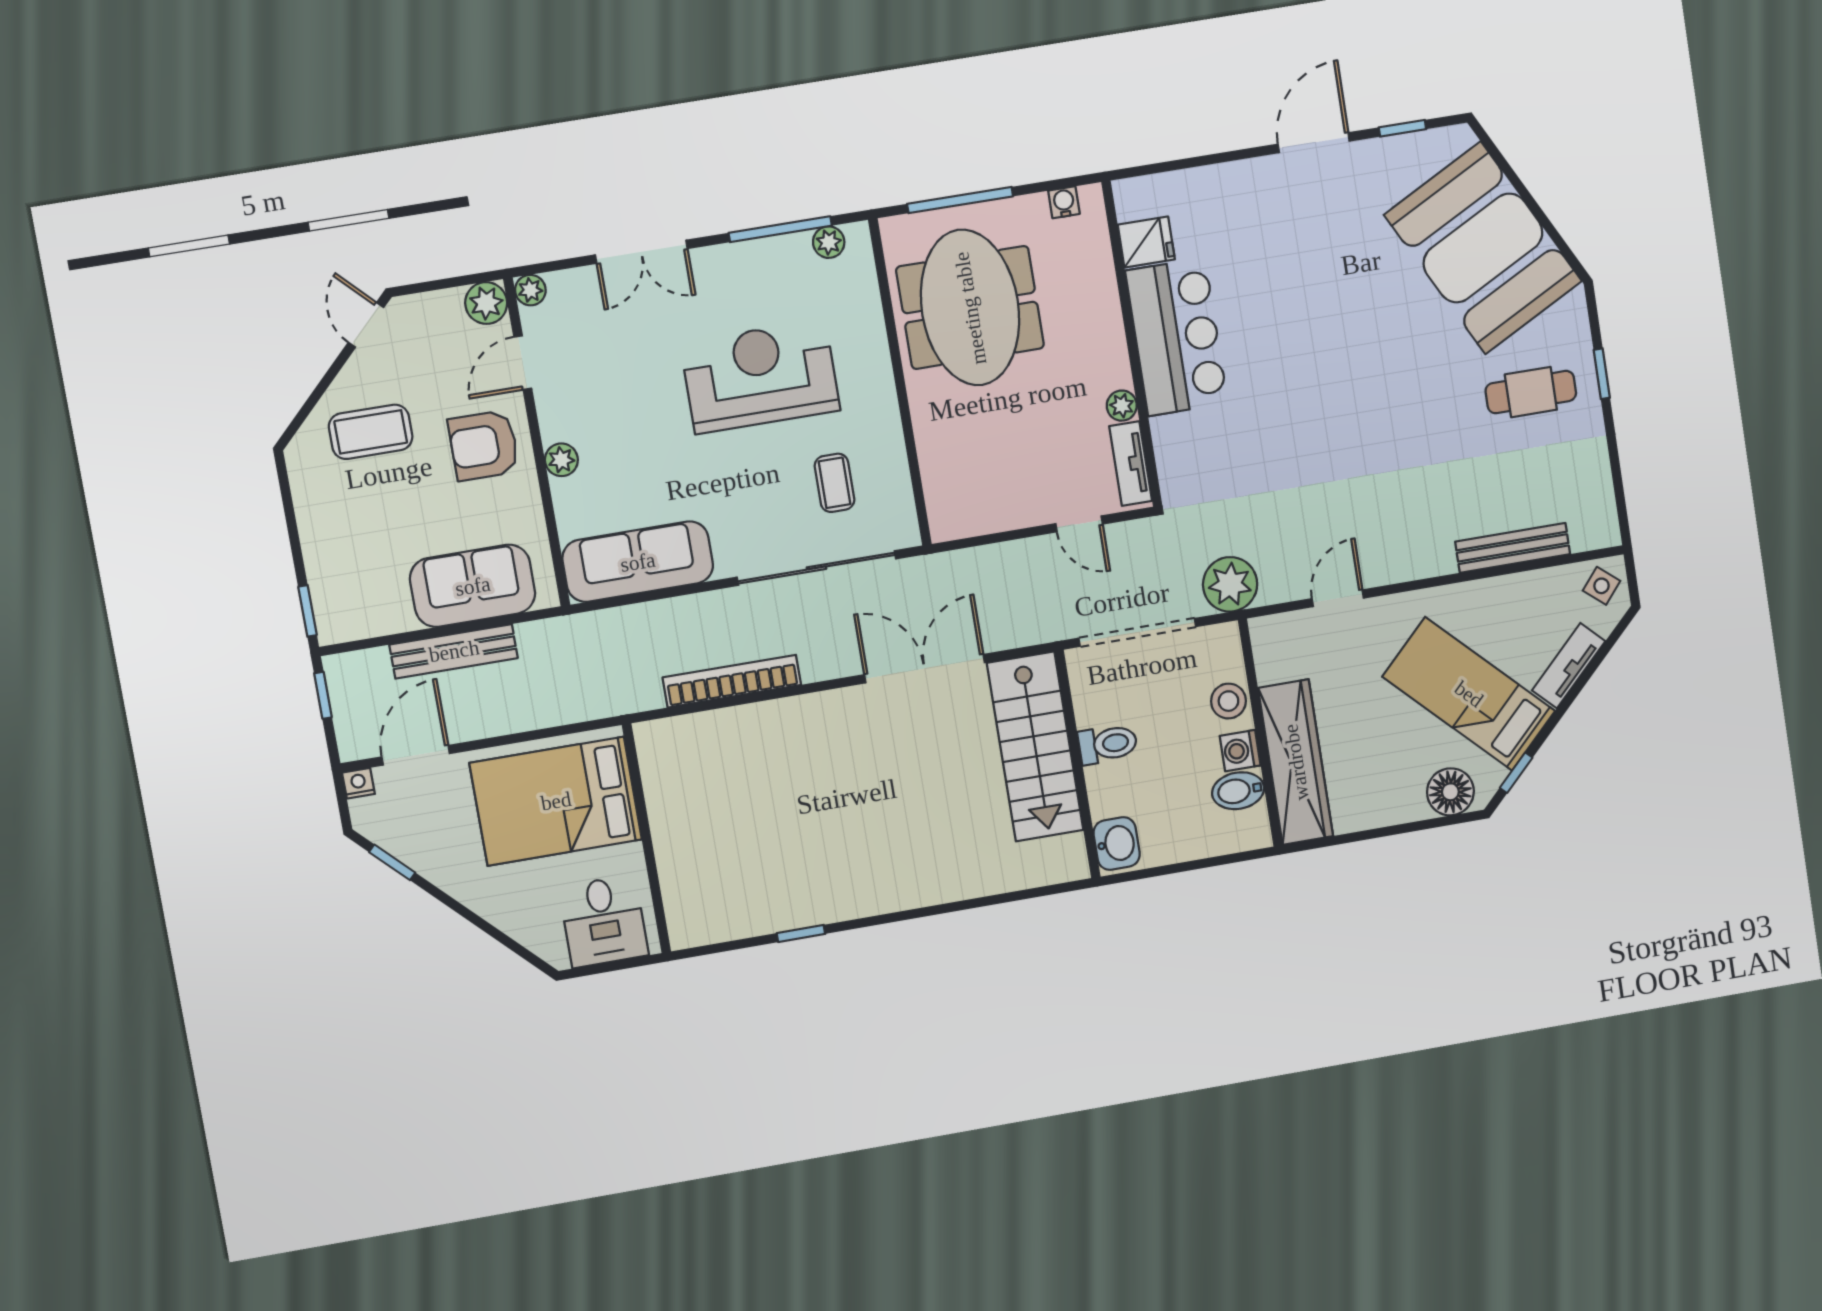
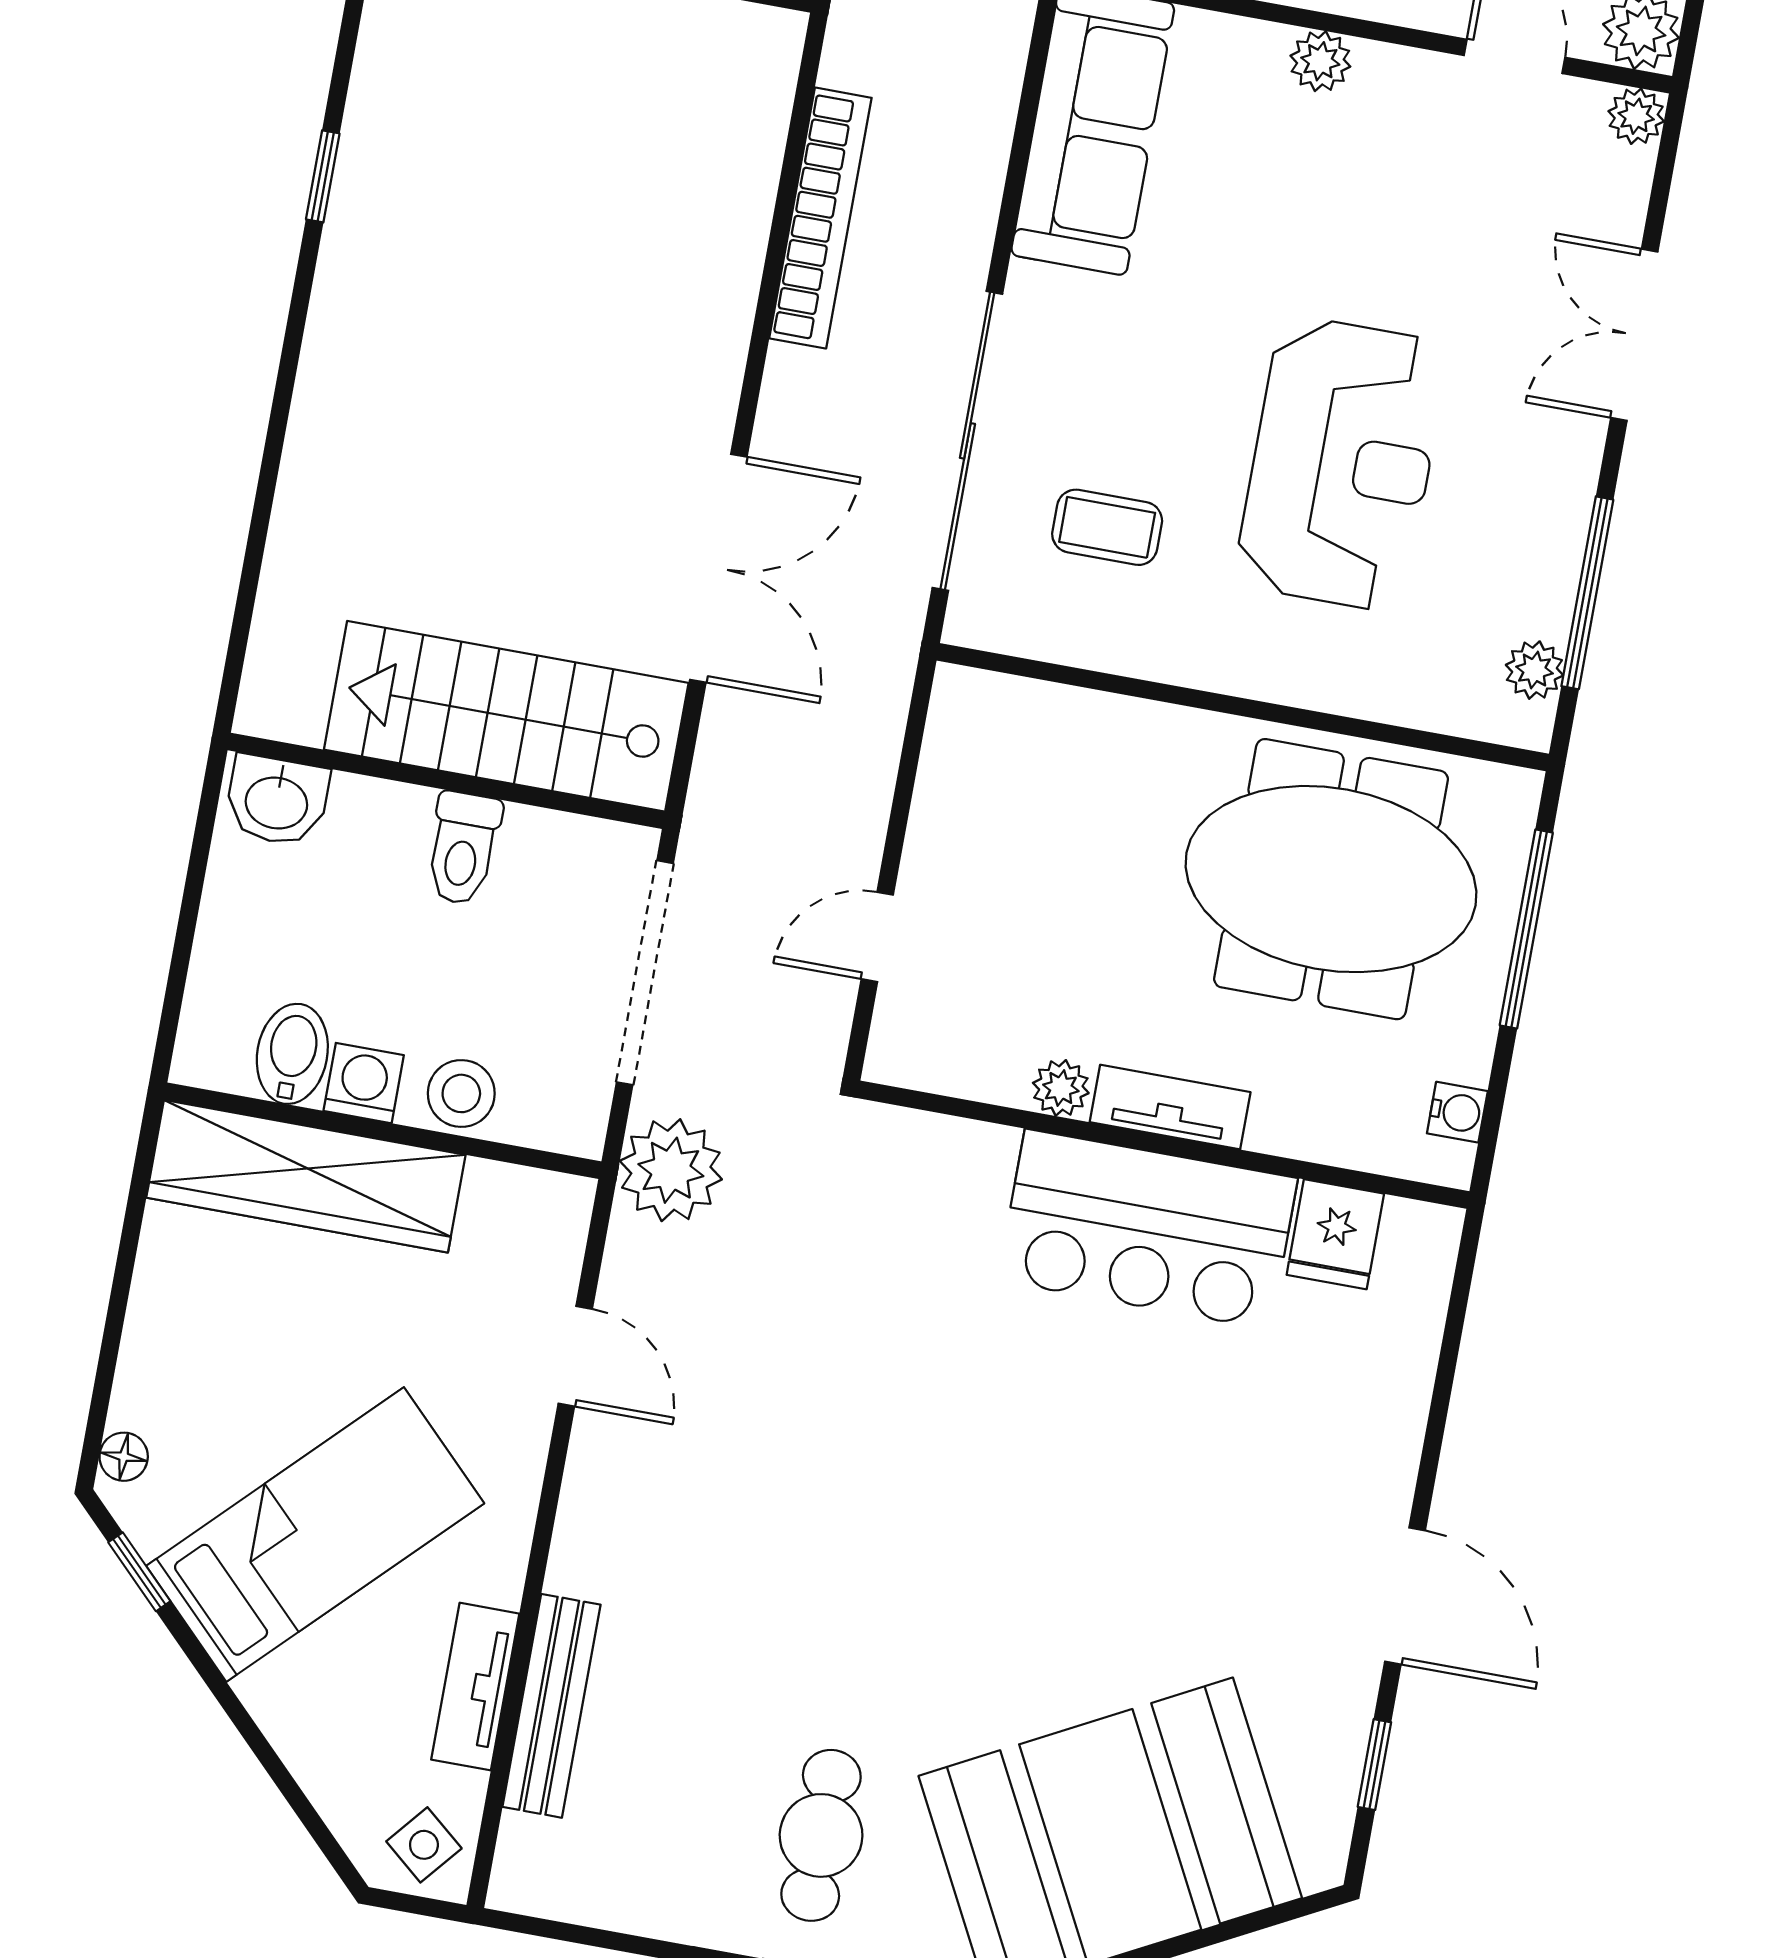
tv unit: (1131, 464) -> (1170, 1107), moved
tv unit: (1569, 666) -> (475, 1687), moved, turned -135
floor lamp: (1450, 792) -> (124, 1457), width x0.53, depth x0.53

